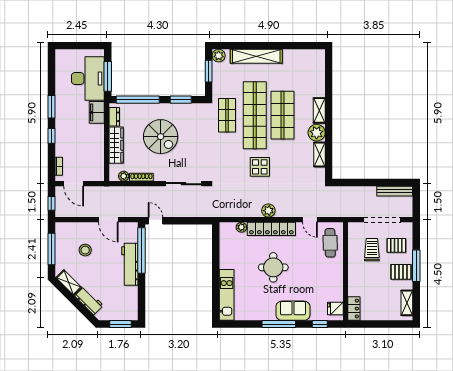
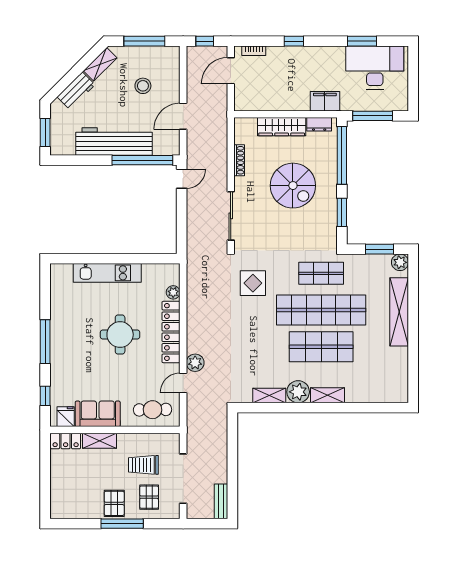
desk: (88, 79) -> (375, 68), moved, turned 180
window: (51, 107) -> (362, 41), moved
spiral stairs: (161, 137) -> (293, 186), turned -90
display table: (260, 167) -> (253, 283), moved
plant: (124, 176) -> (241, 137), removed
bench: (395, 191) -> (221, 501), width x0.73
plant: (268, 211) -> (195, 363), moved
trolley: (372, 250) -> (143, 465), turned 180
workbench: (130, 264) -> (114, 142), width x1.36, depth x1.32
kitchen unit: (227, 295) -> (107, 273), moved
shelving: (407, 303) -> (100, 441), moved
sofa: (293, 311) -> (98, 414), moved, turned -90

